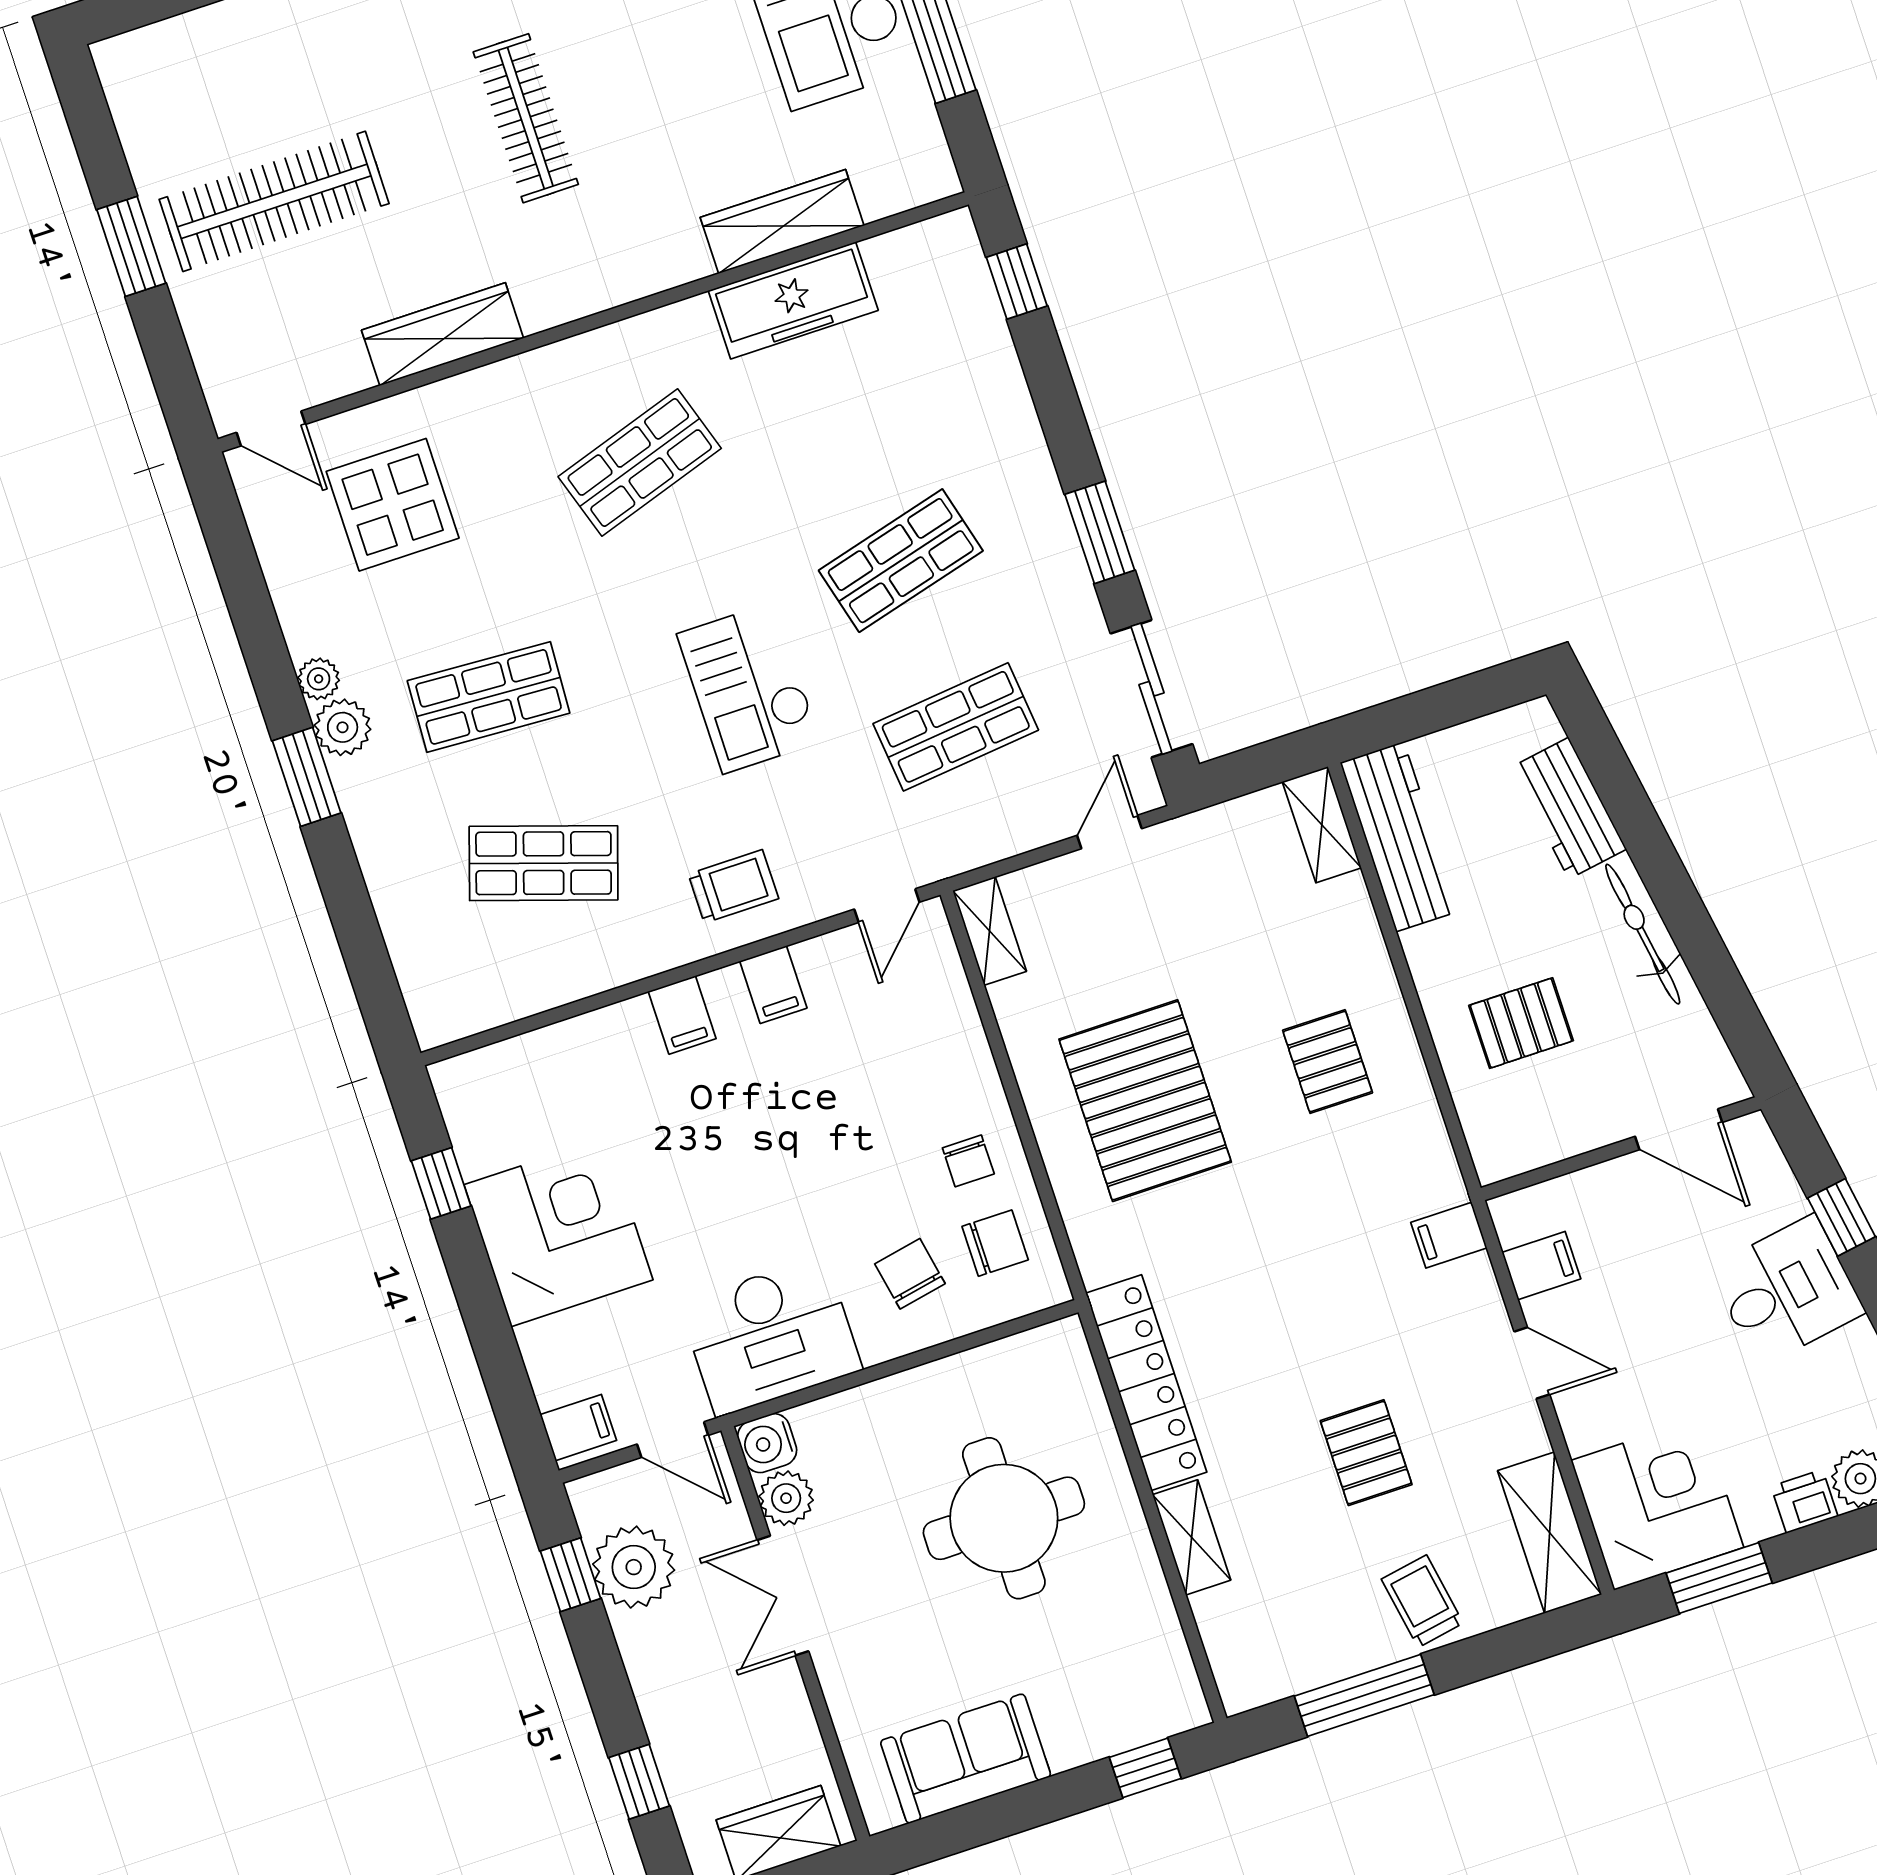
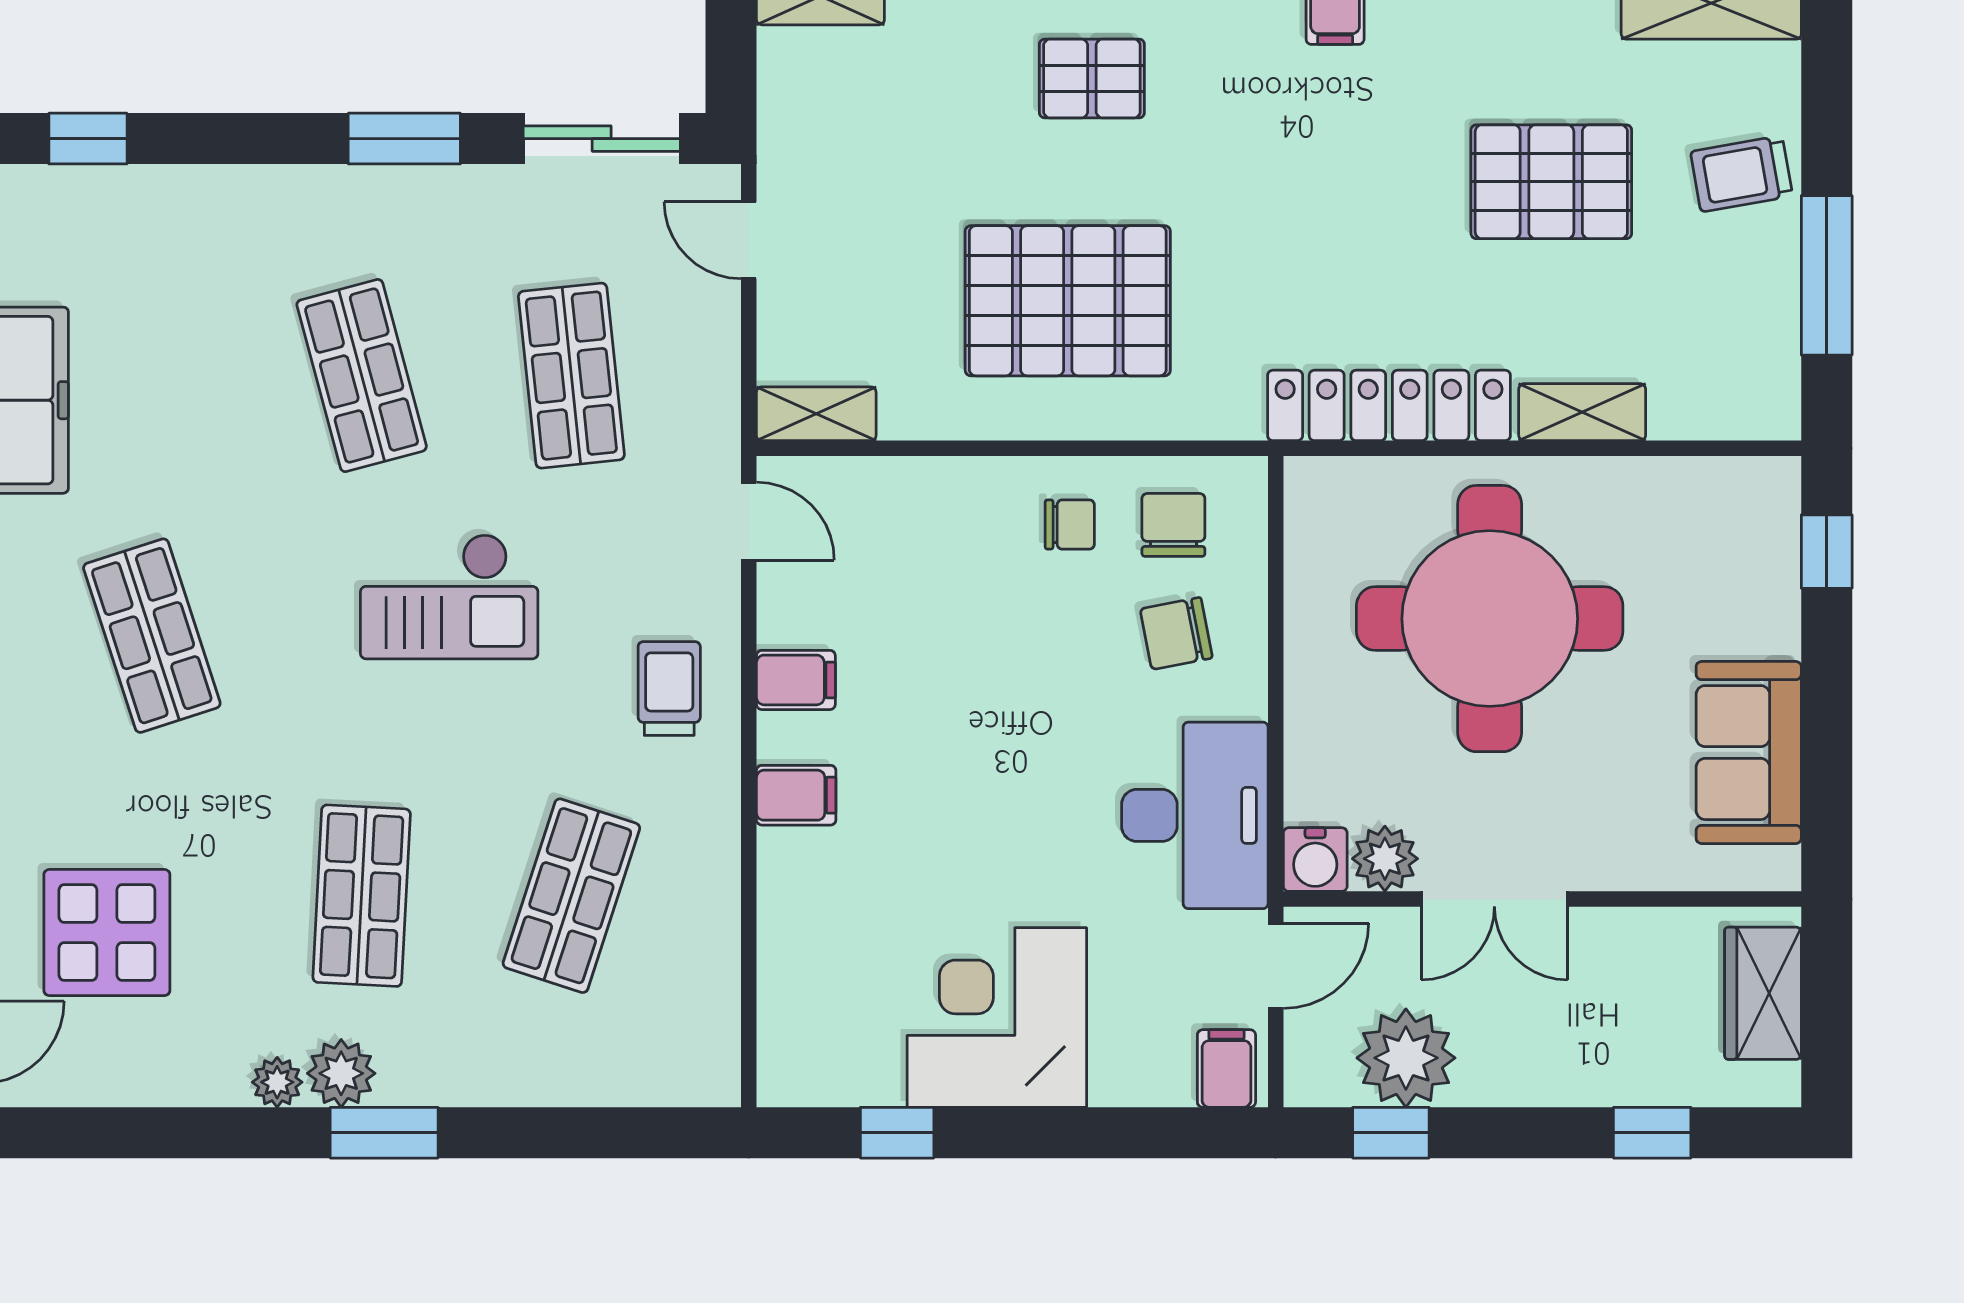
pallet: (1366, 1453) -> (1551, 182), width x1.50, depth x1.42
round table: (1004, 1518) -> (1490, 619), width x1.36, depth x1.36

